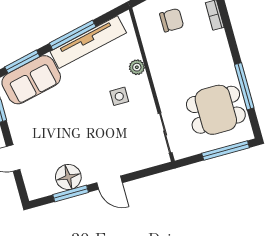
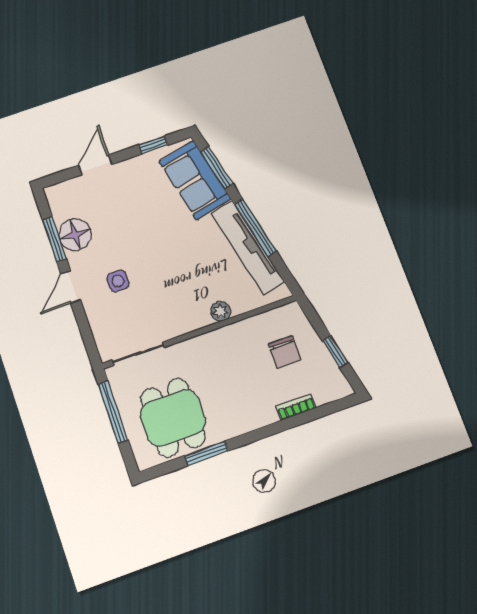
window: (244, 86) -> (206, 453), width x0.69
side table: (119, 96) -> (118, 281), moved
window: (226, 151) -> (113, 412), moved

